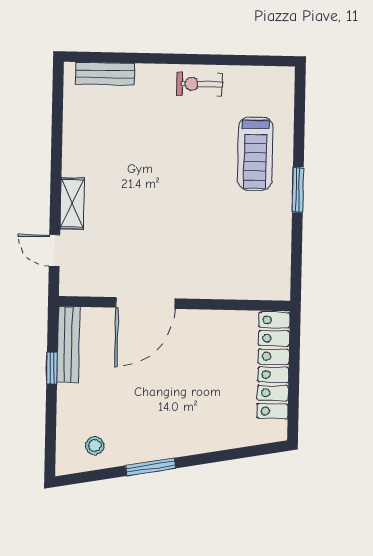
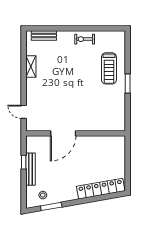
shelving: (72, 204) -> (31, 66), moved
bench: (68, 344) -> (31, 169), moved
locker: (273, 366) -> (101, 189), moved, turned 80
window: (150, 467) -> (51, 206), moved

